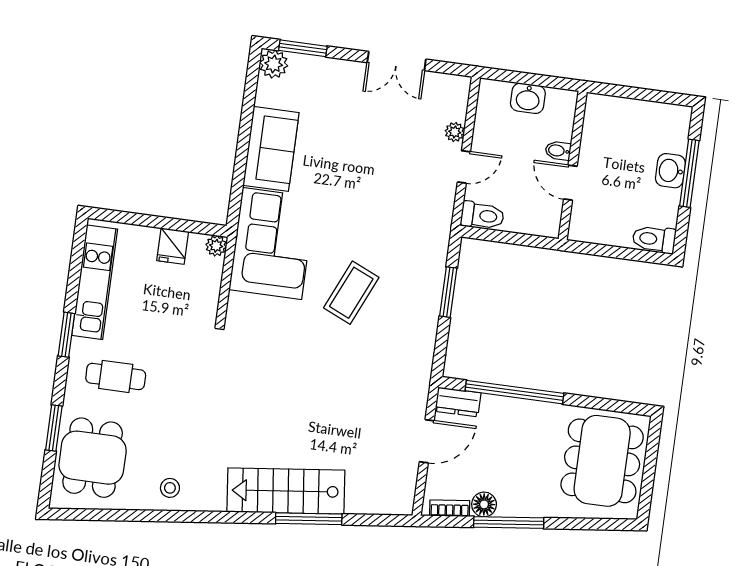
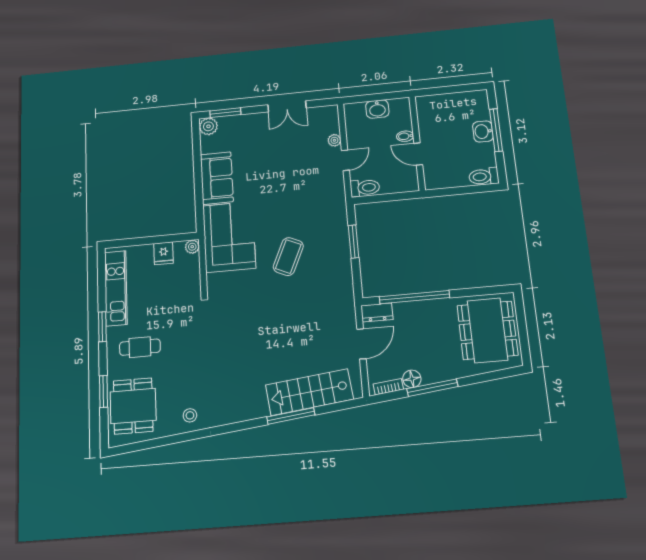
stairs: (286, 491) -> (309, 392), moved

